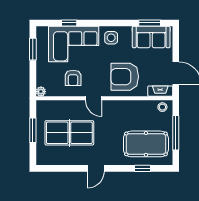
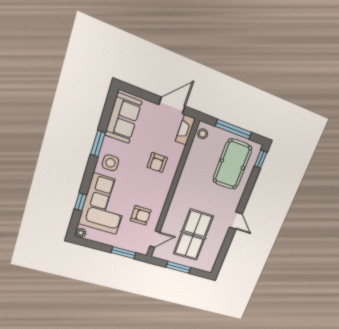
window: (150, 23) -> (98, 144), moved
window: (33, 49) -> (123, 253), moved
armchair: (125, 77) -> (157, 163), width x0.53, depth x0.53
plant: (41, 92) -> (81, 233), moved
door: (94, 98) -> (155, 239), moved
window: (142, 168) -> (261, 159), moved

